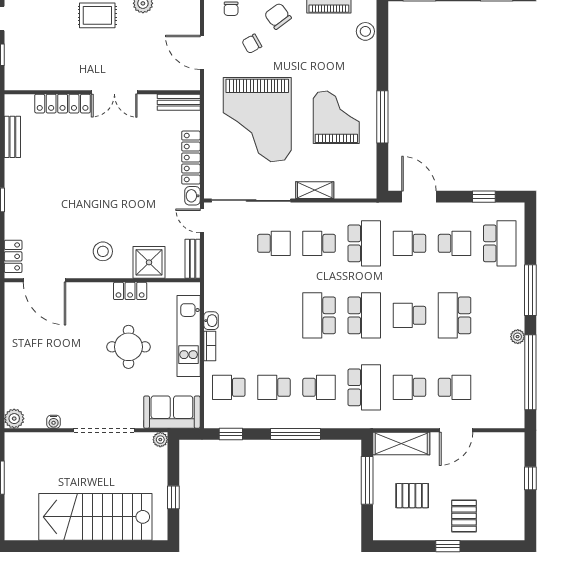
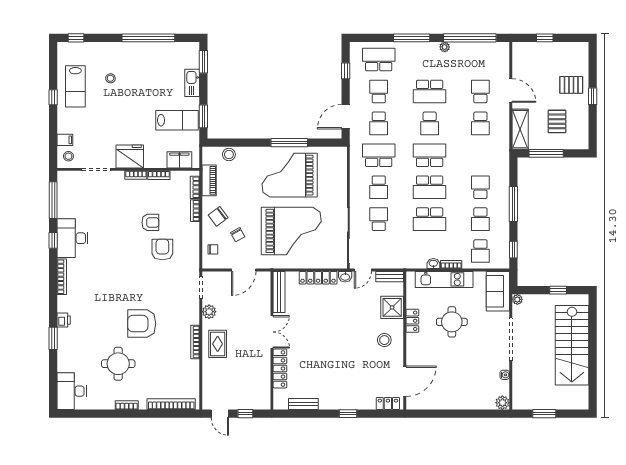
bench: (179, 102) -> (279, 292), width x1.36
grand piano: (336, 117) -> (290, 175), width x1.37, depth x1.48
shelving: (315, 190) -> (341, 190), removed
school desk: (364, 387) -> (430, 219), moved, turned 180

